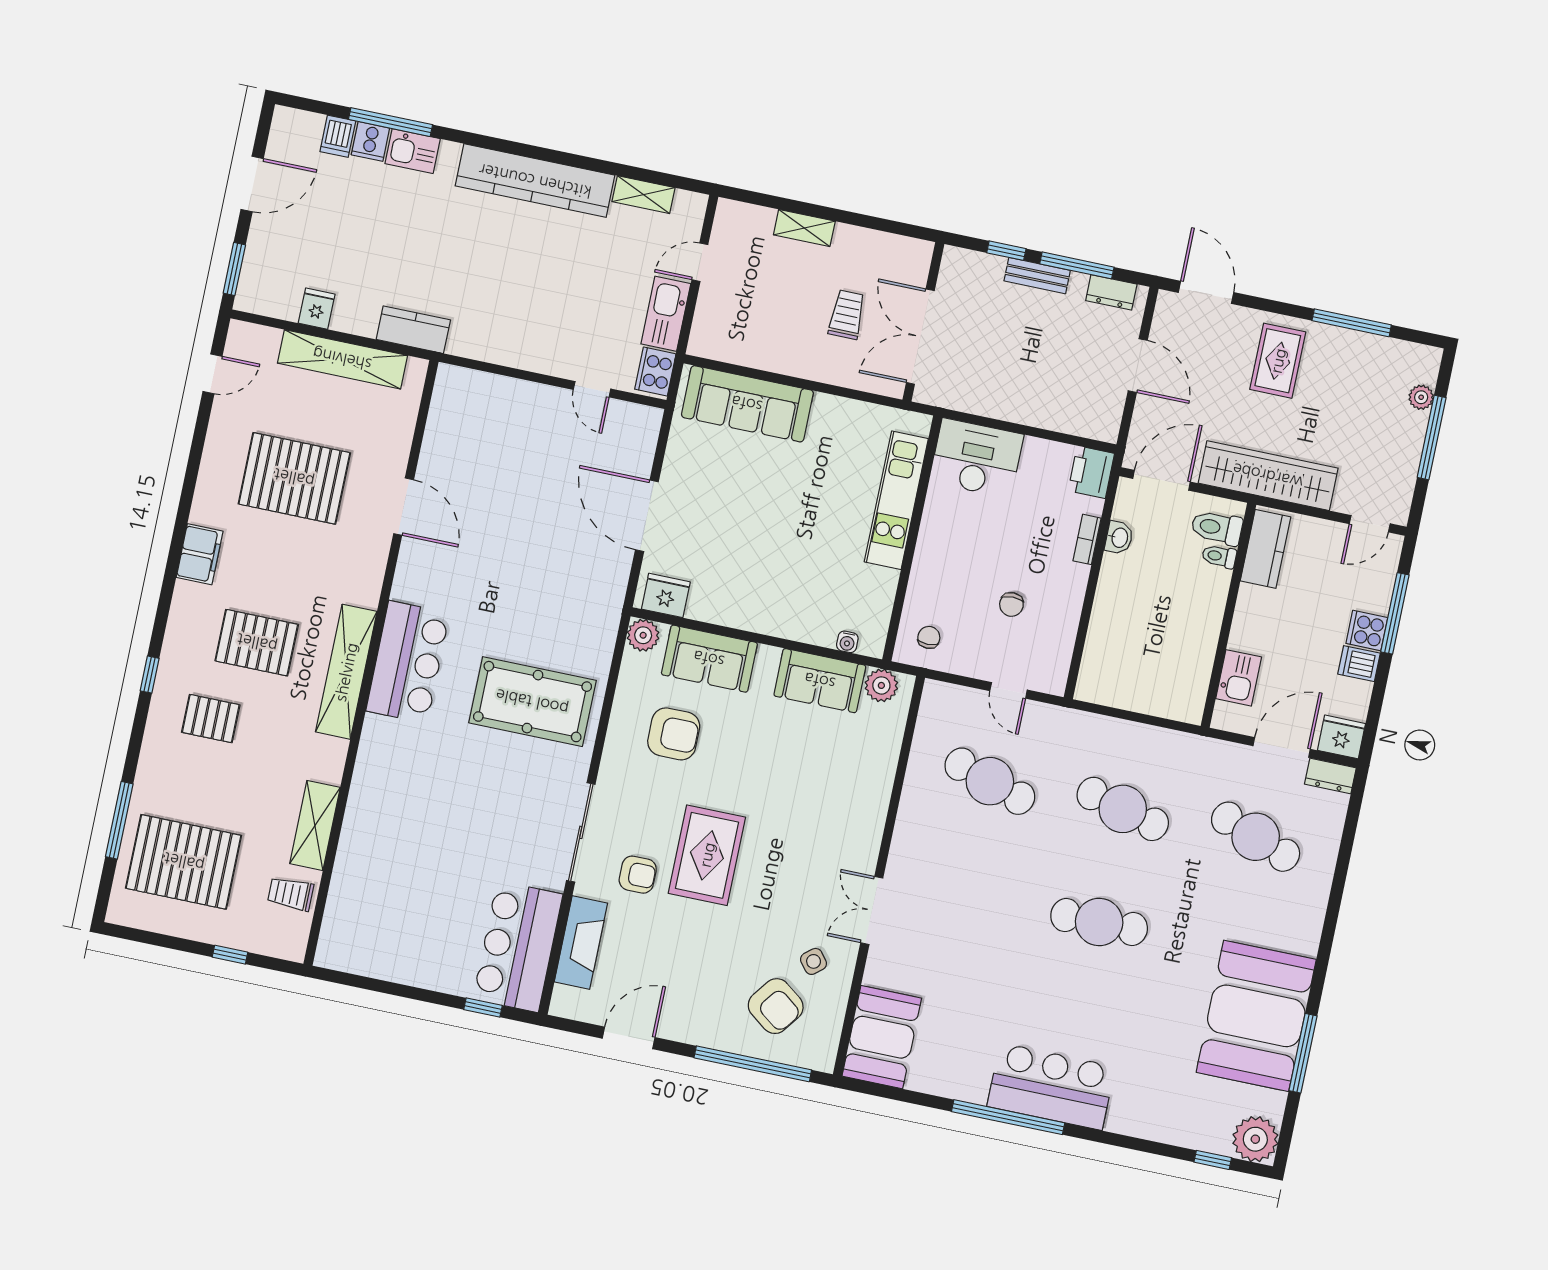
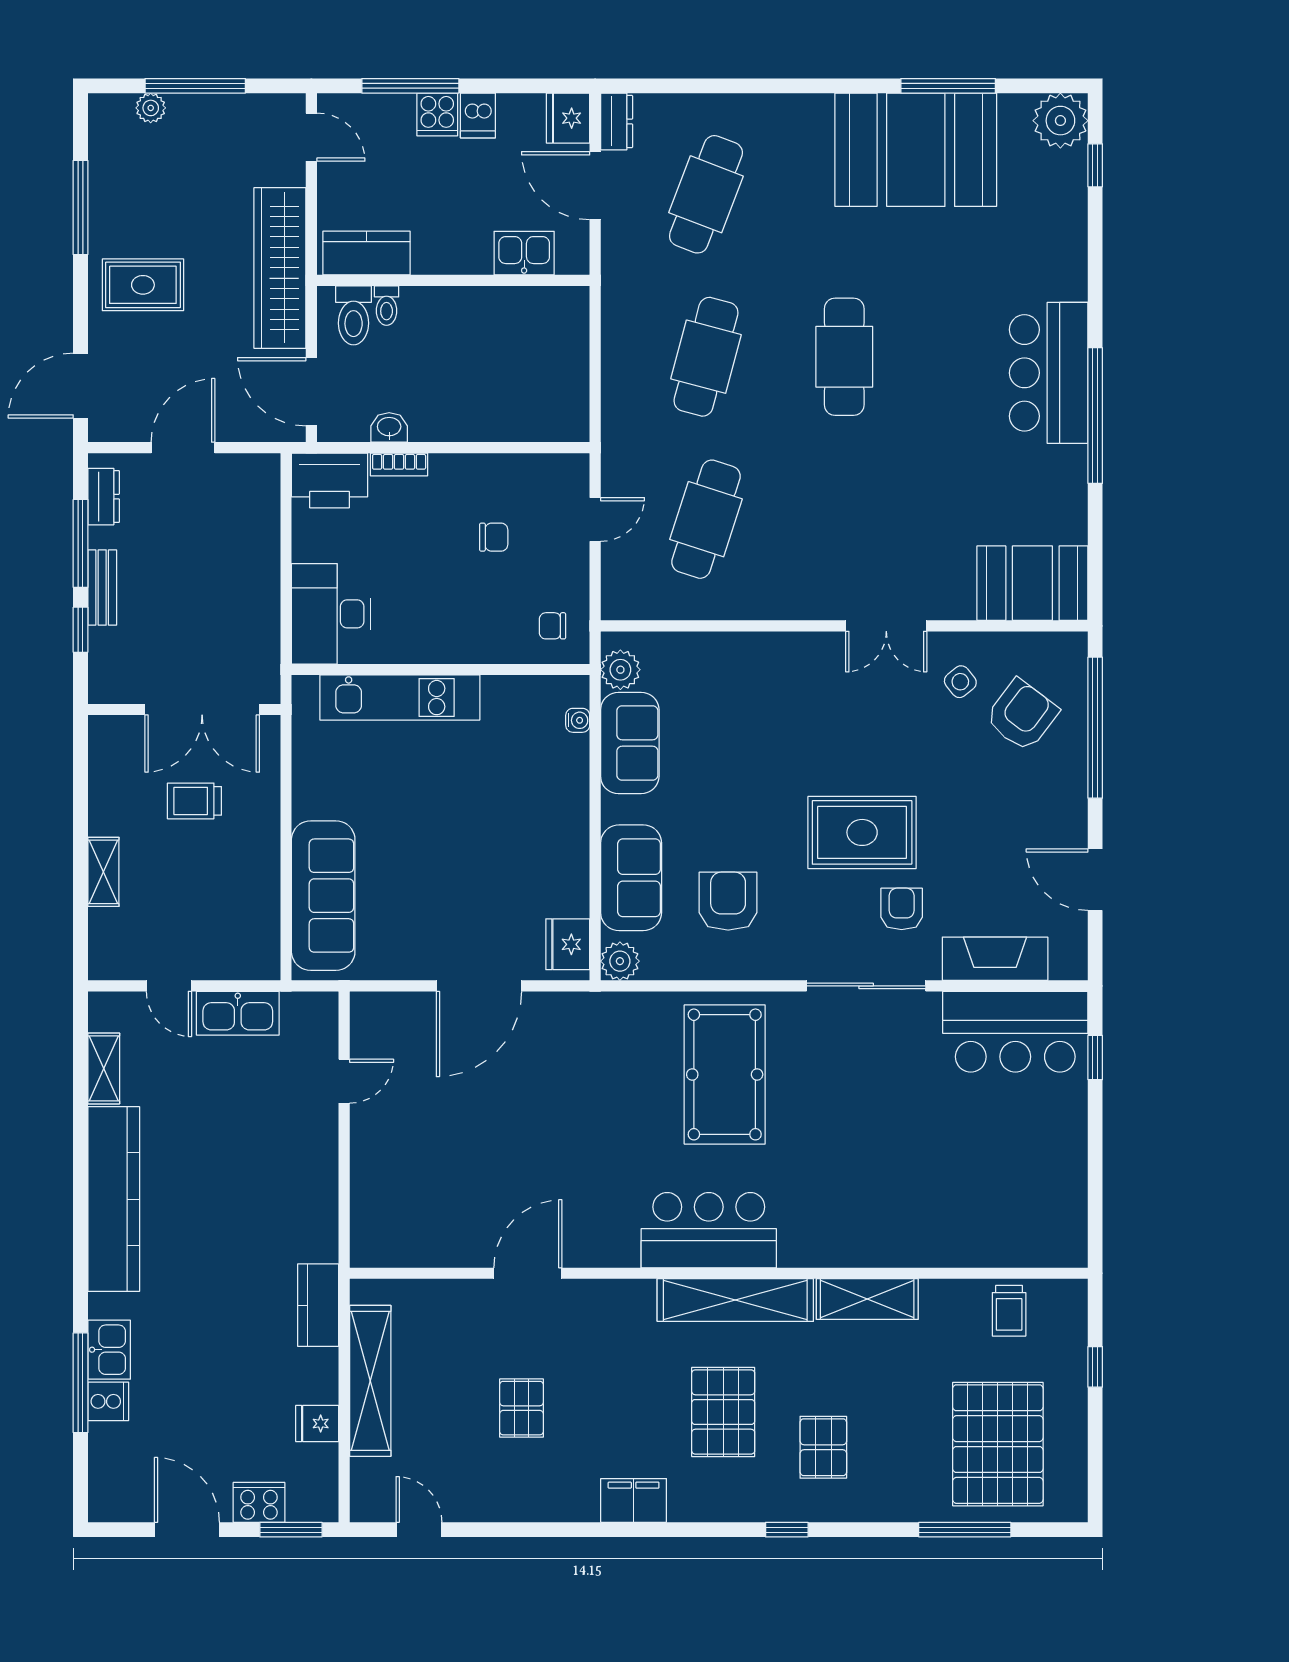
dishwasher: (338, 136) -> (110, 1441), removed
cooker: (655, 372) -> (259, 1502), moved, turned 180
printer: (1091, 472) -> (330, 480), width x1.37, depth x1.19
pallet: (294, 478) -> (521, 1408), width x0.49, depth x0.50
shelving: (315, 825) -> (867, 1299), moved

